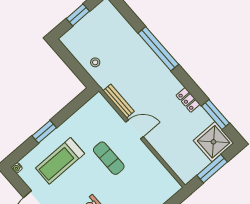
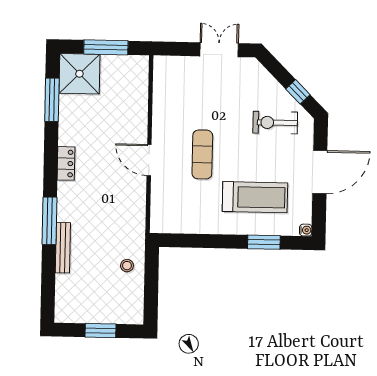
window: (158, 49) -> (49, 221), width x0.68
locker: (188, 100) -> (66, 163), moved
bench: (119, 101) -> (63, 248), moved
window: (44, 132) -> (264, 242), moved

